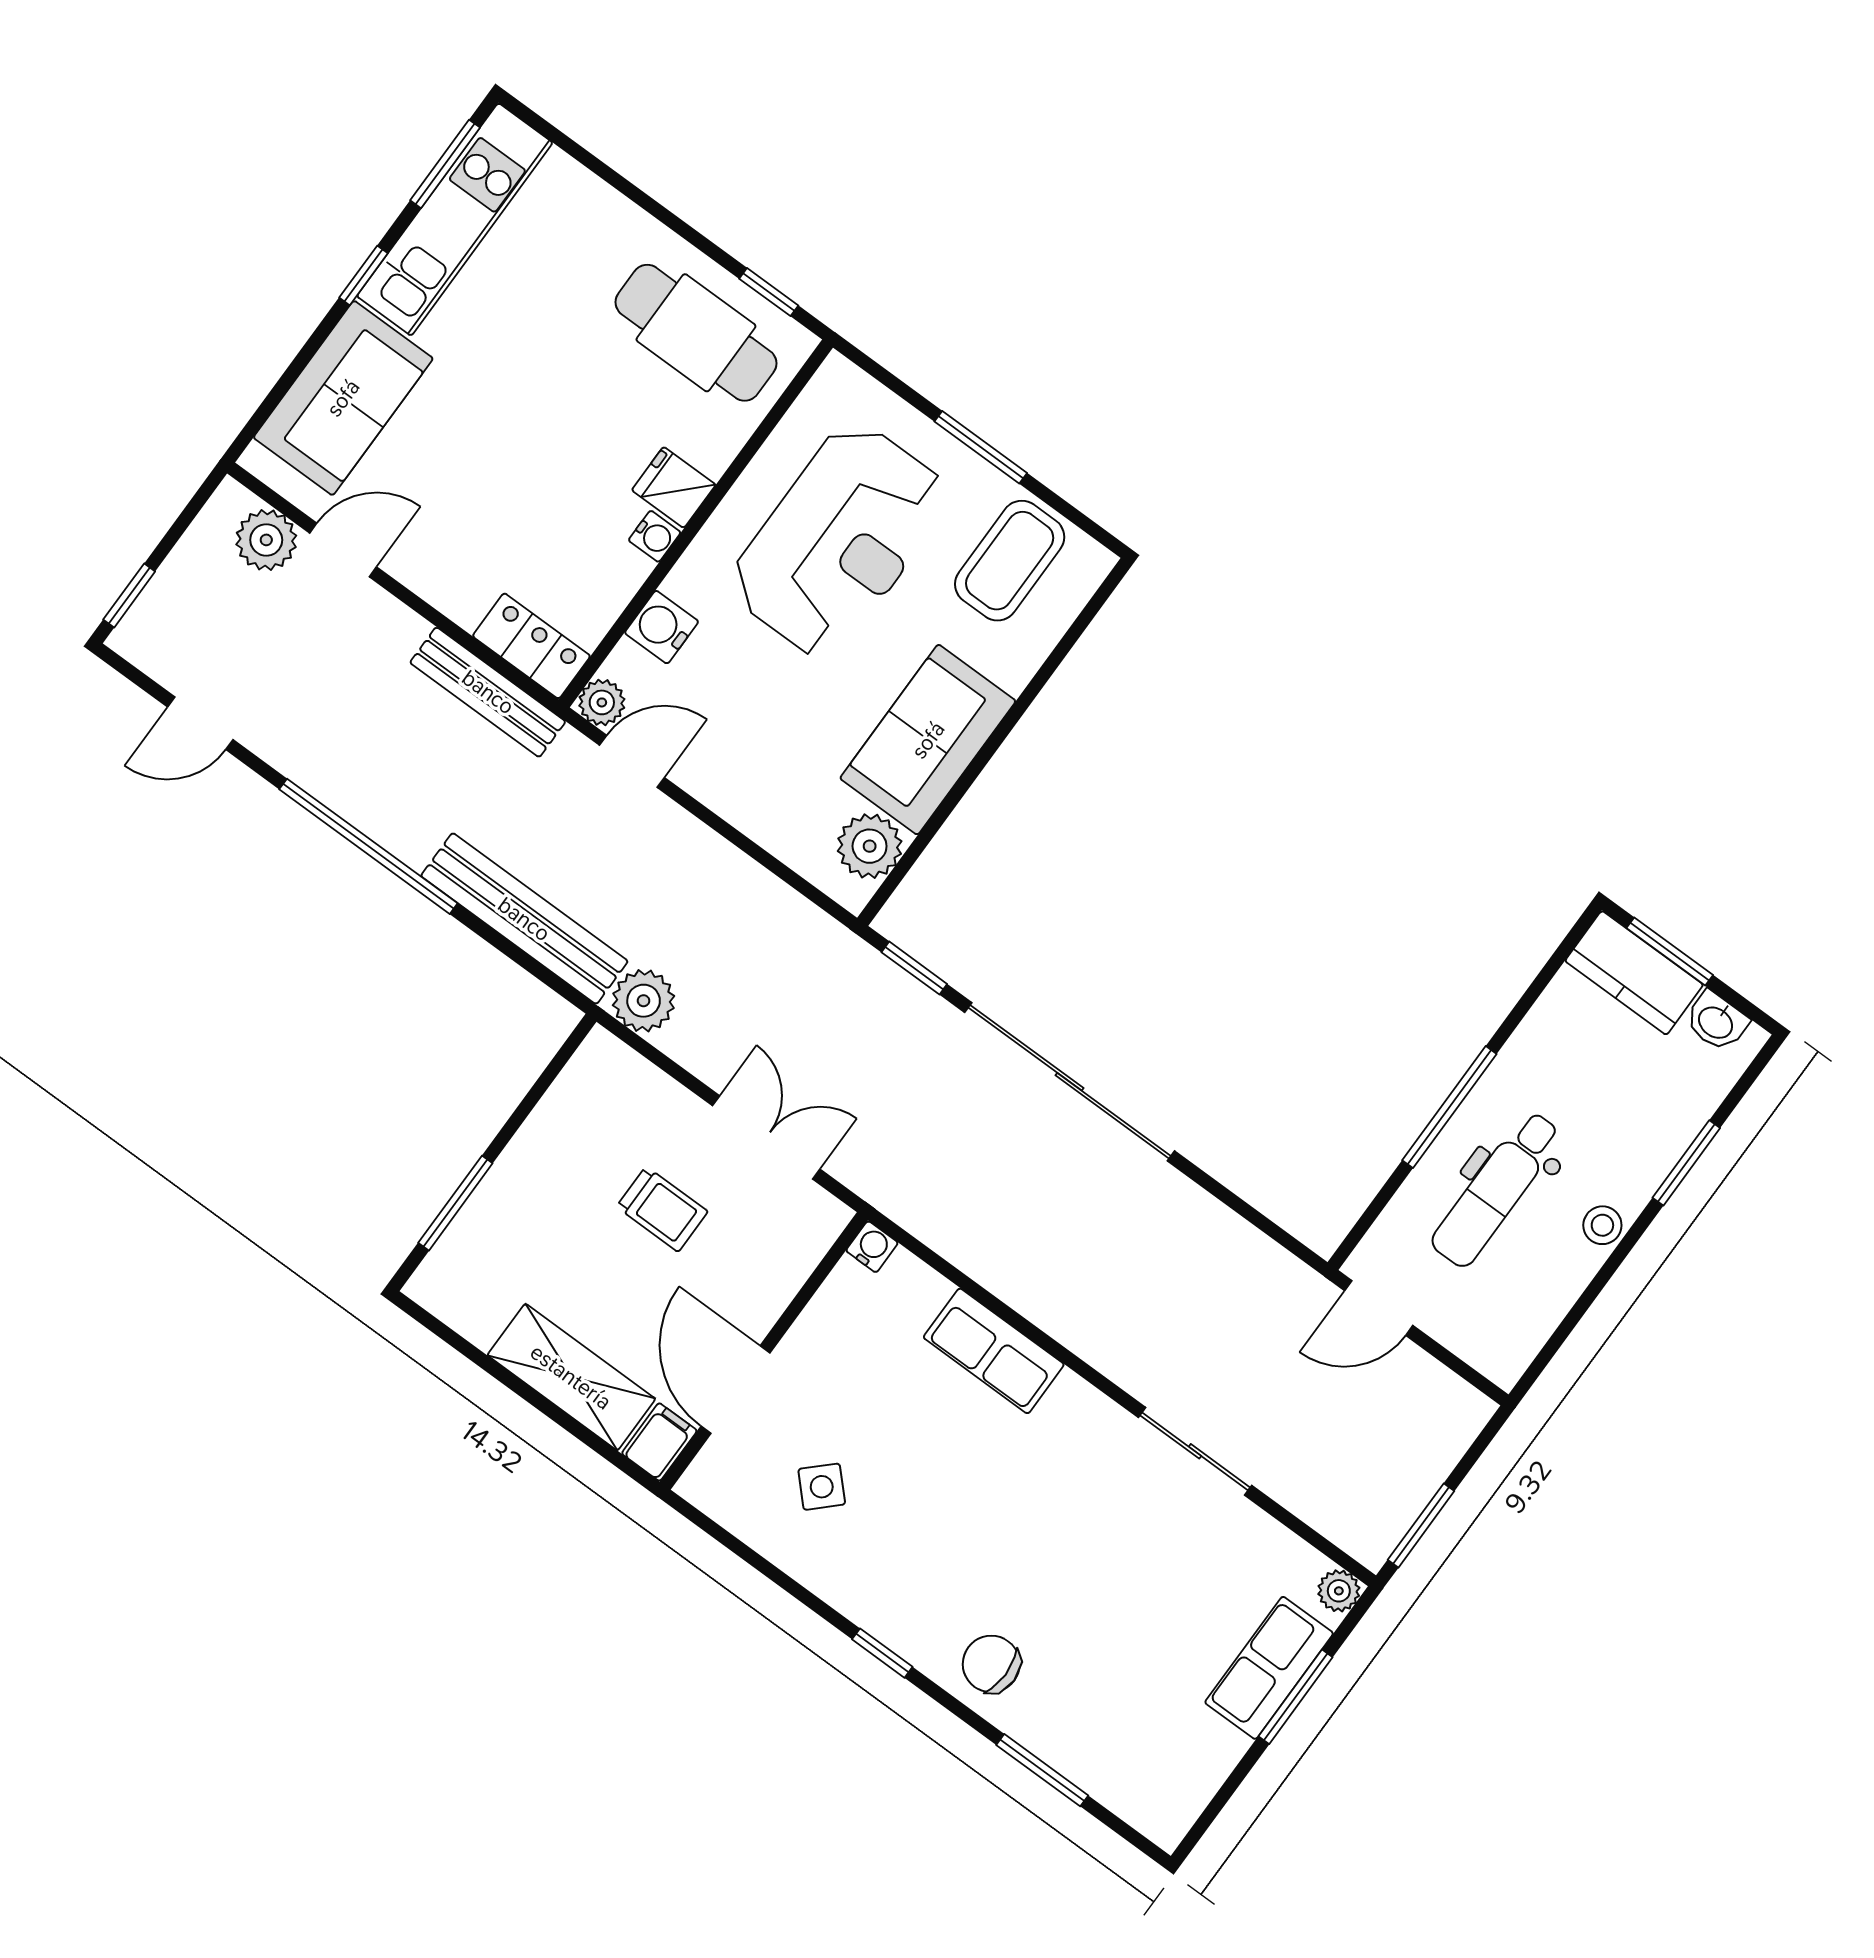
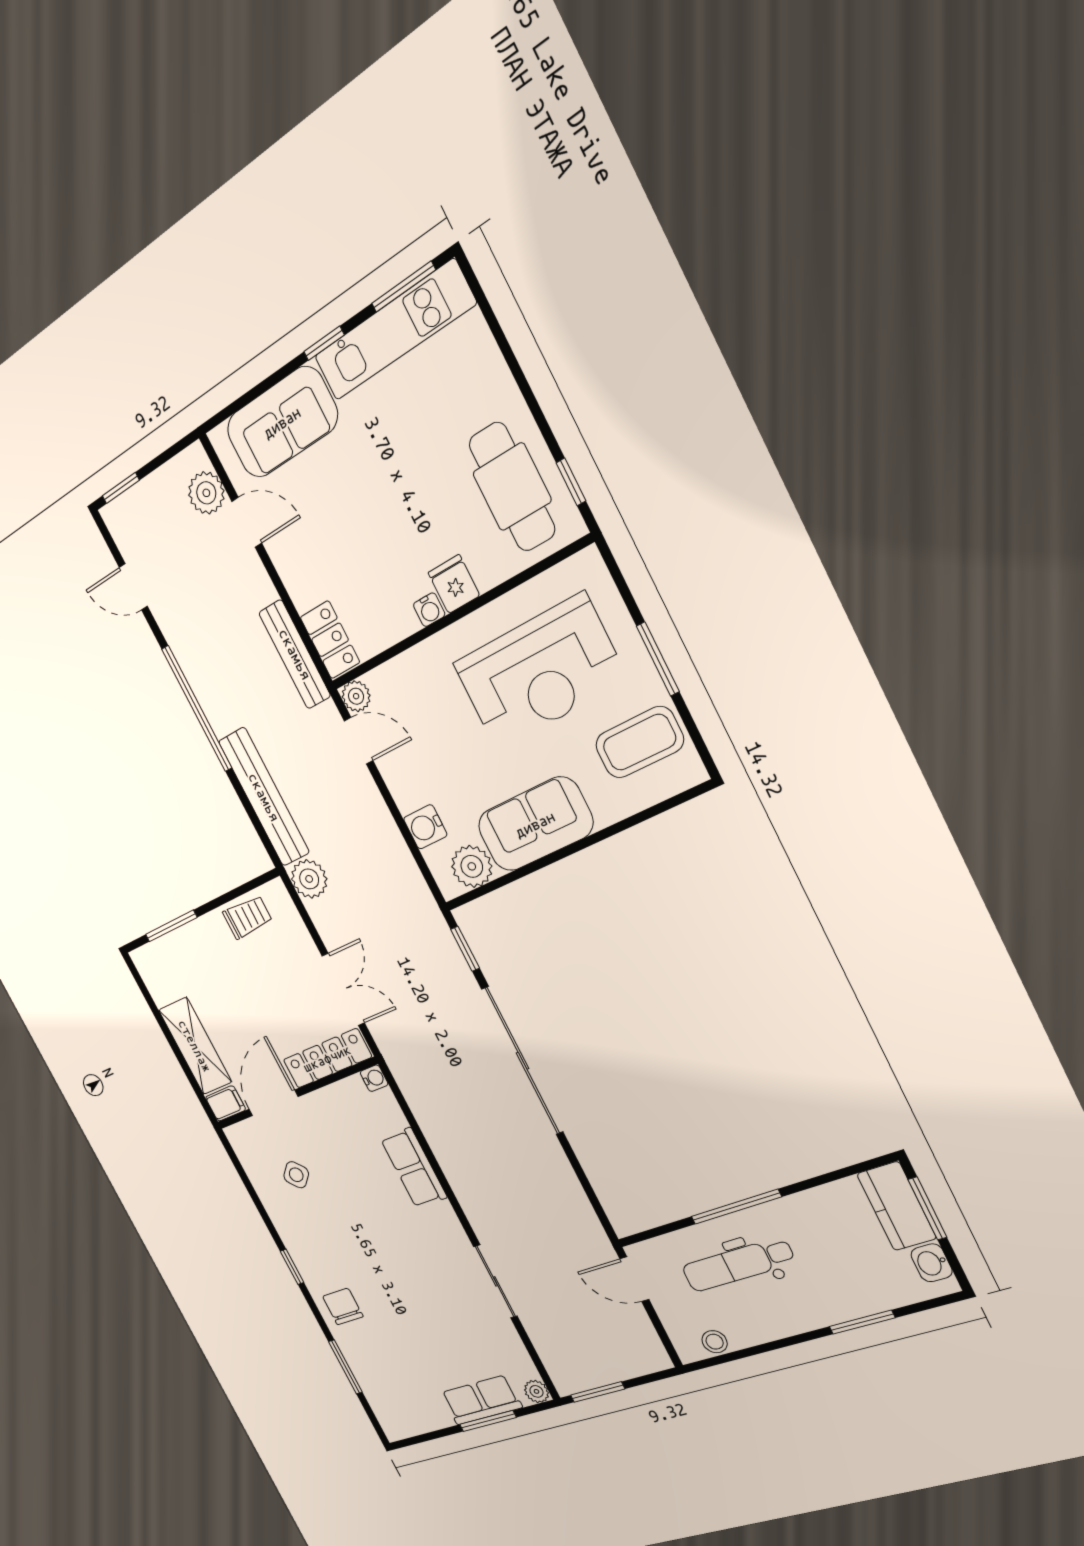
water cooler: (662, 627) -> (425, 827), moved, turned -90
trolley: (662, 1209) -> (247, 917), moved, turned -90
stool: (1602, 1225) -> (715, 1342), moved
locker: (788, 1261) -> (327, 1058), added

